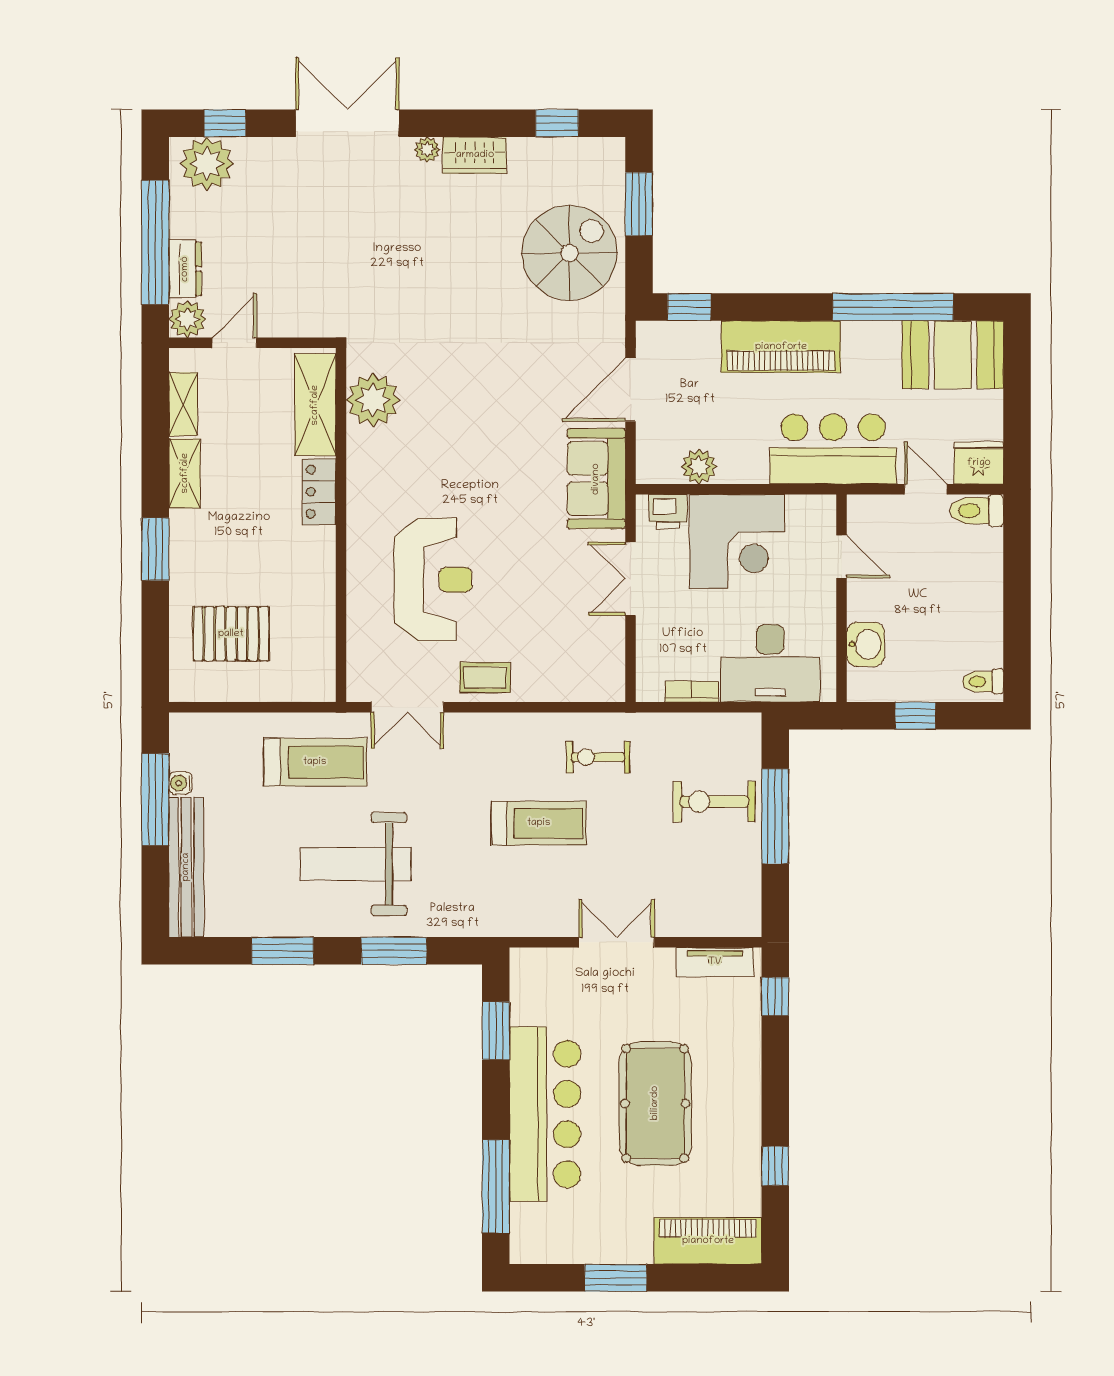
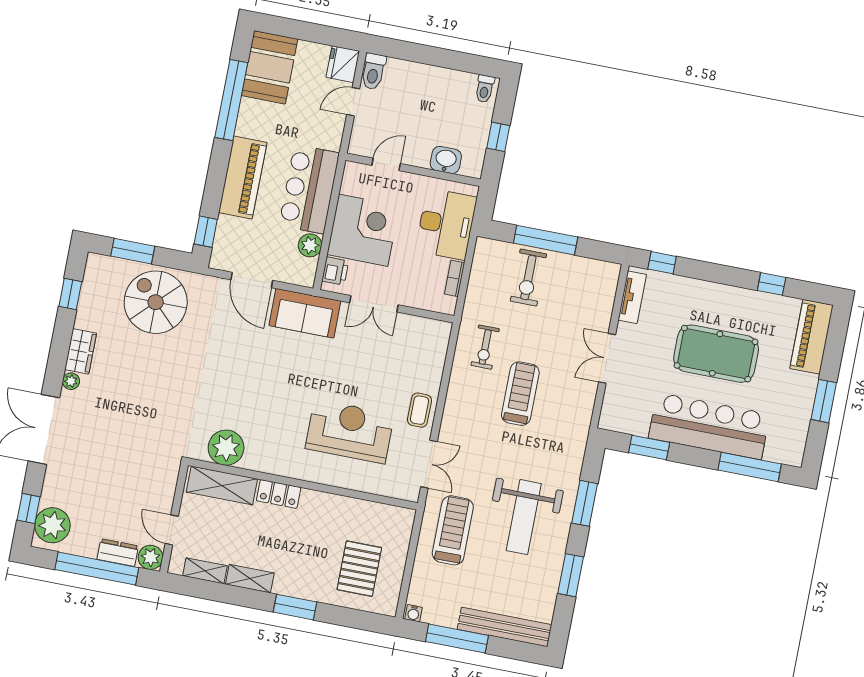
bar counter: (833, 449) -> (309, 189), moved
water cooler: (180, 783) -> (413, 613), moved

